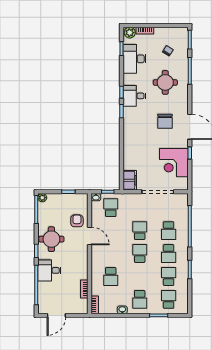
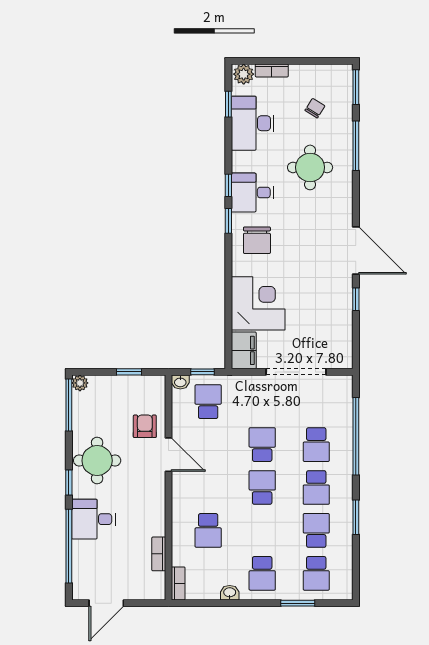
chair: (165, 121) -> (257, 240), moved
corner desk: (174, 163) -> (258, 303), moved, turned 180
school desk: (169, 299) -> (316, 573), turned 180

